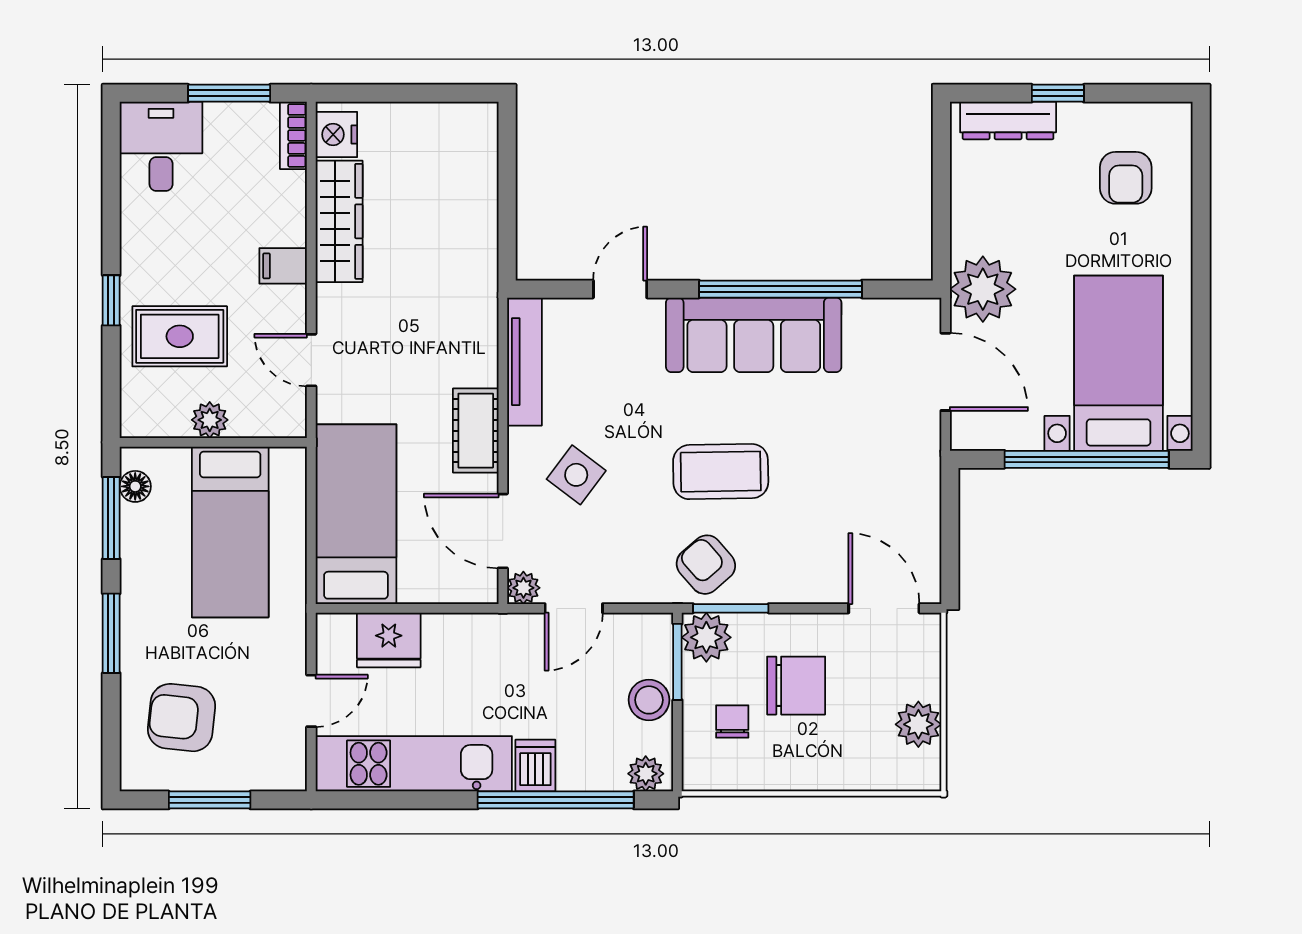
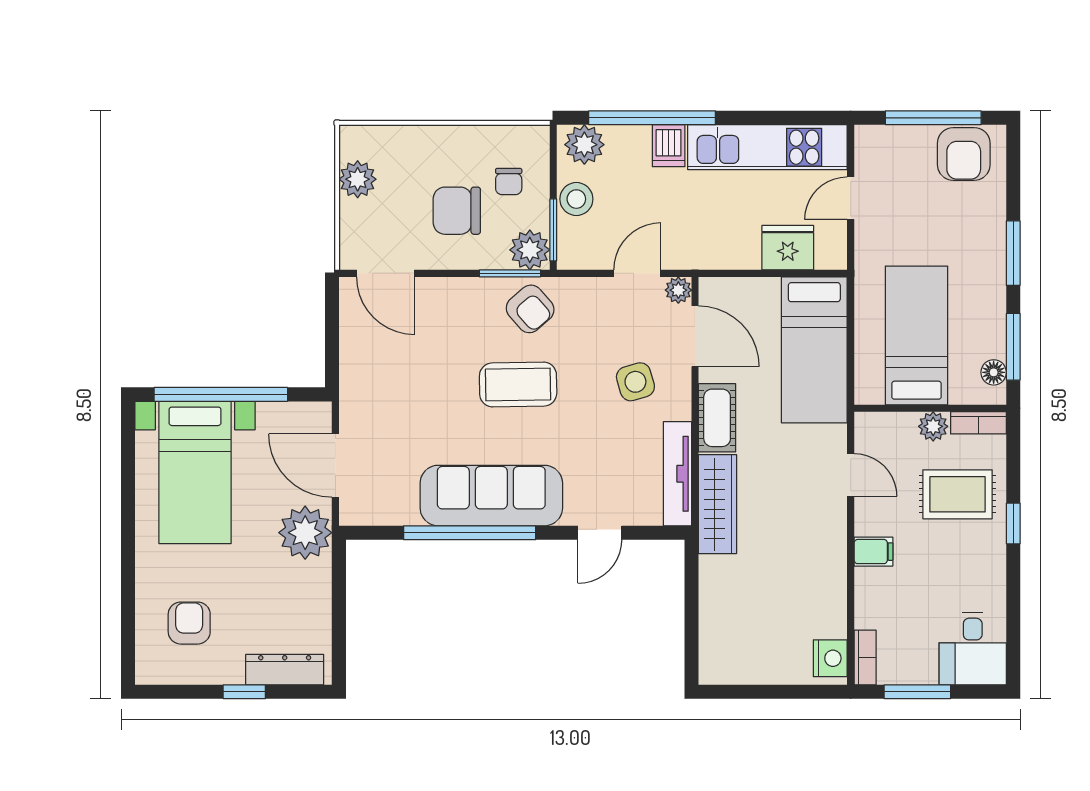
wardrobe: (339, 221) -> (718, 504), moved, turned 180
bookcase: (154, 424) -> (978, 423), added
side table: (576, 475) -> (635, 382), turned 37
armchair: (182, 718) -> (964, 154), moved, turned 84
plant: (646, 774) -> (584, 145), width x1.38, depth x1.38
window: (210, 800) -> (933, 118), width x1.44

